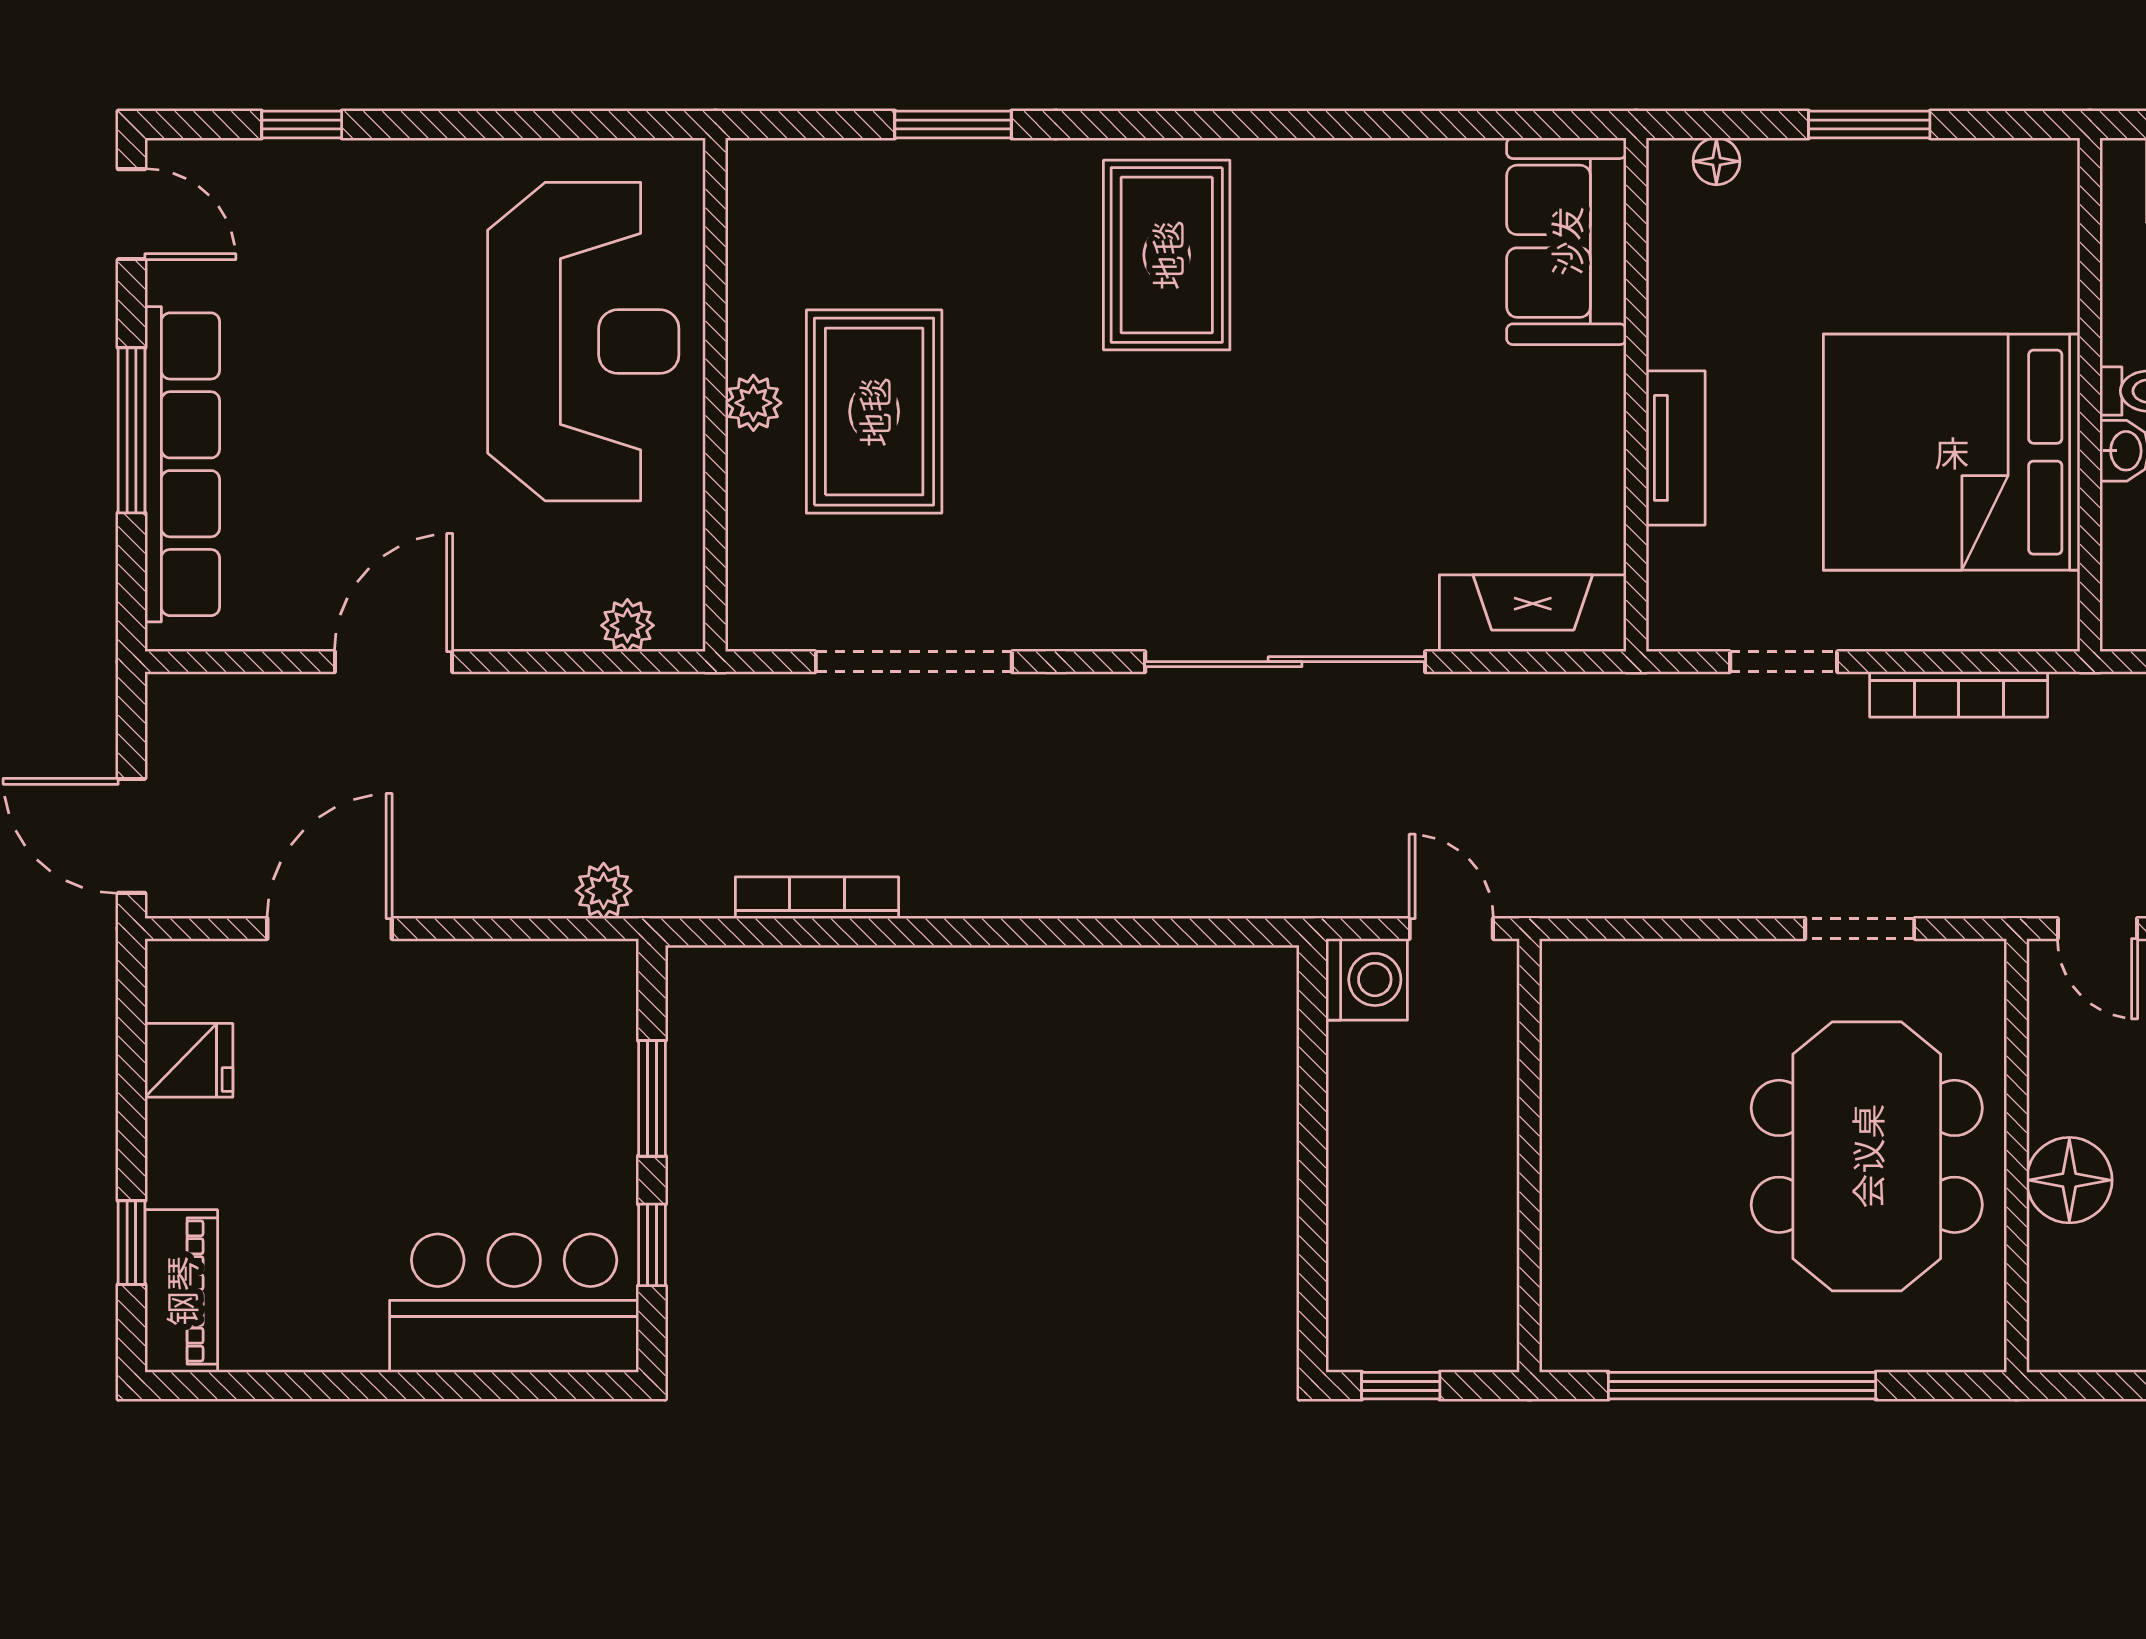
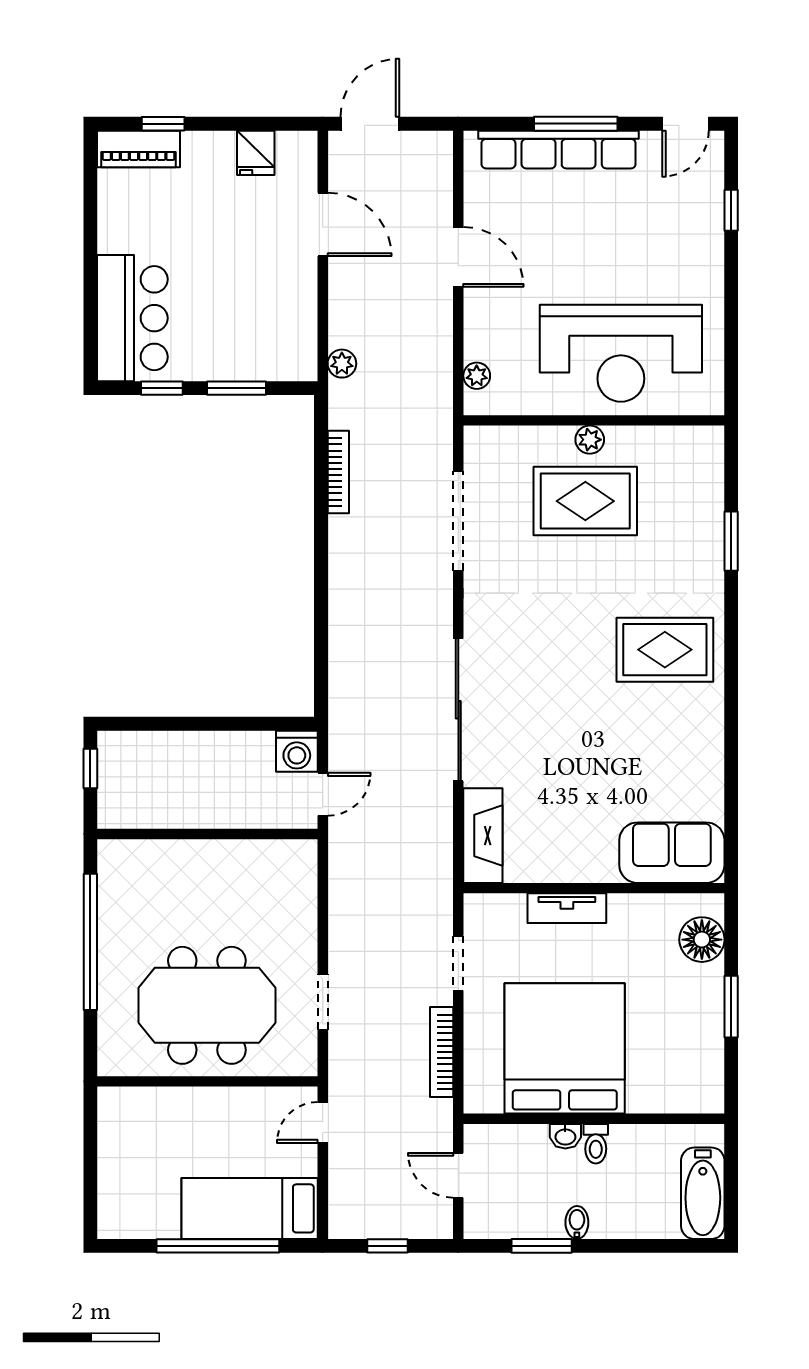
floor lamp: (1716, 161) -> (702, 940), width x1.89, depth x1.89
floor lamp: (2069, 1180) -> (195, 1108), removed

